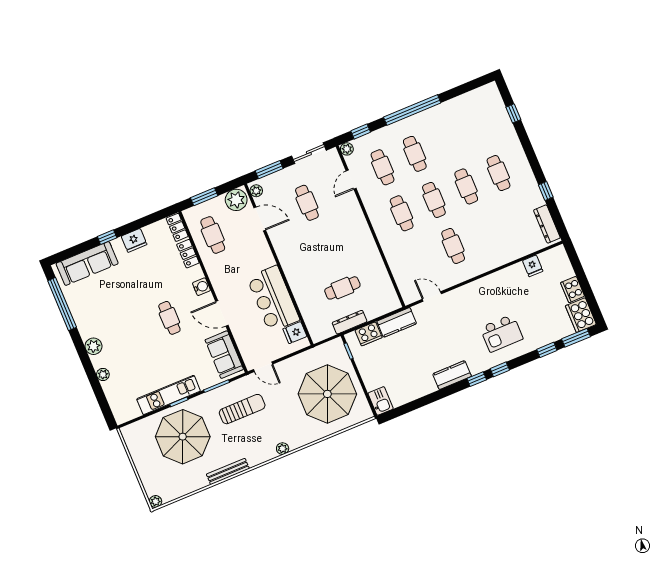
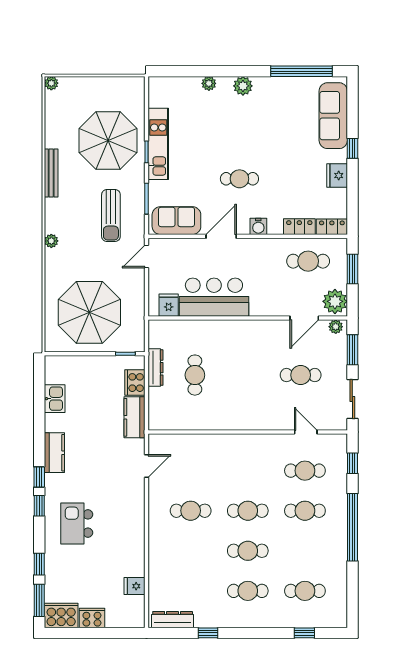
plant: (347, 149) -> (340, 441), removed
cafe table: (402, 213) -> (305, 591), moved
kitchen sink: (381, 401) -> (55, 399), moved, turned -90

